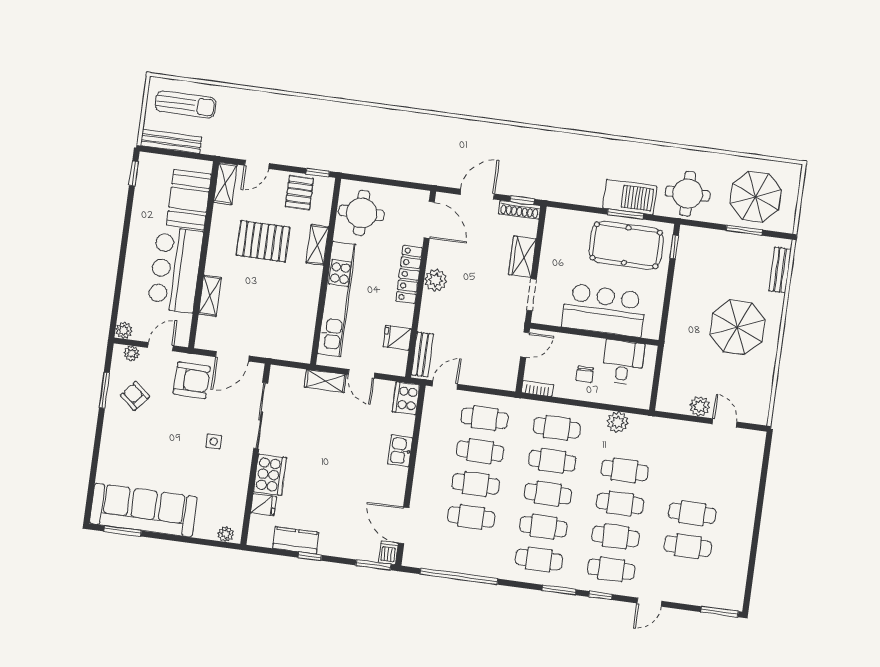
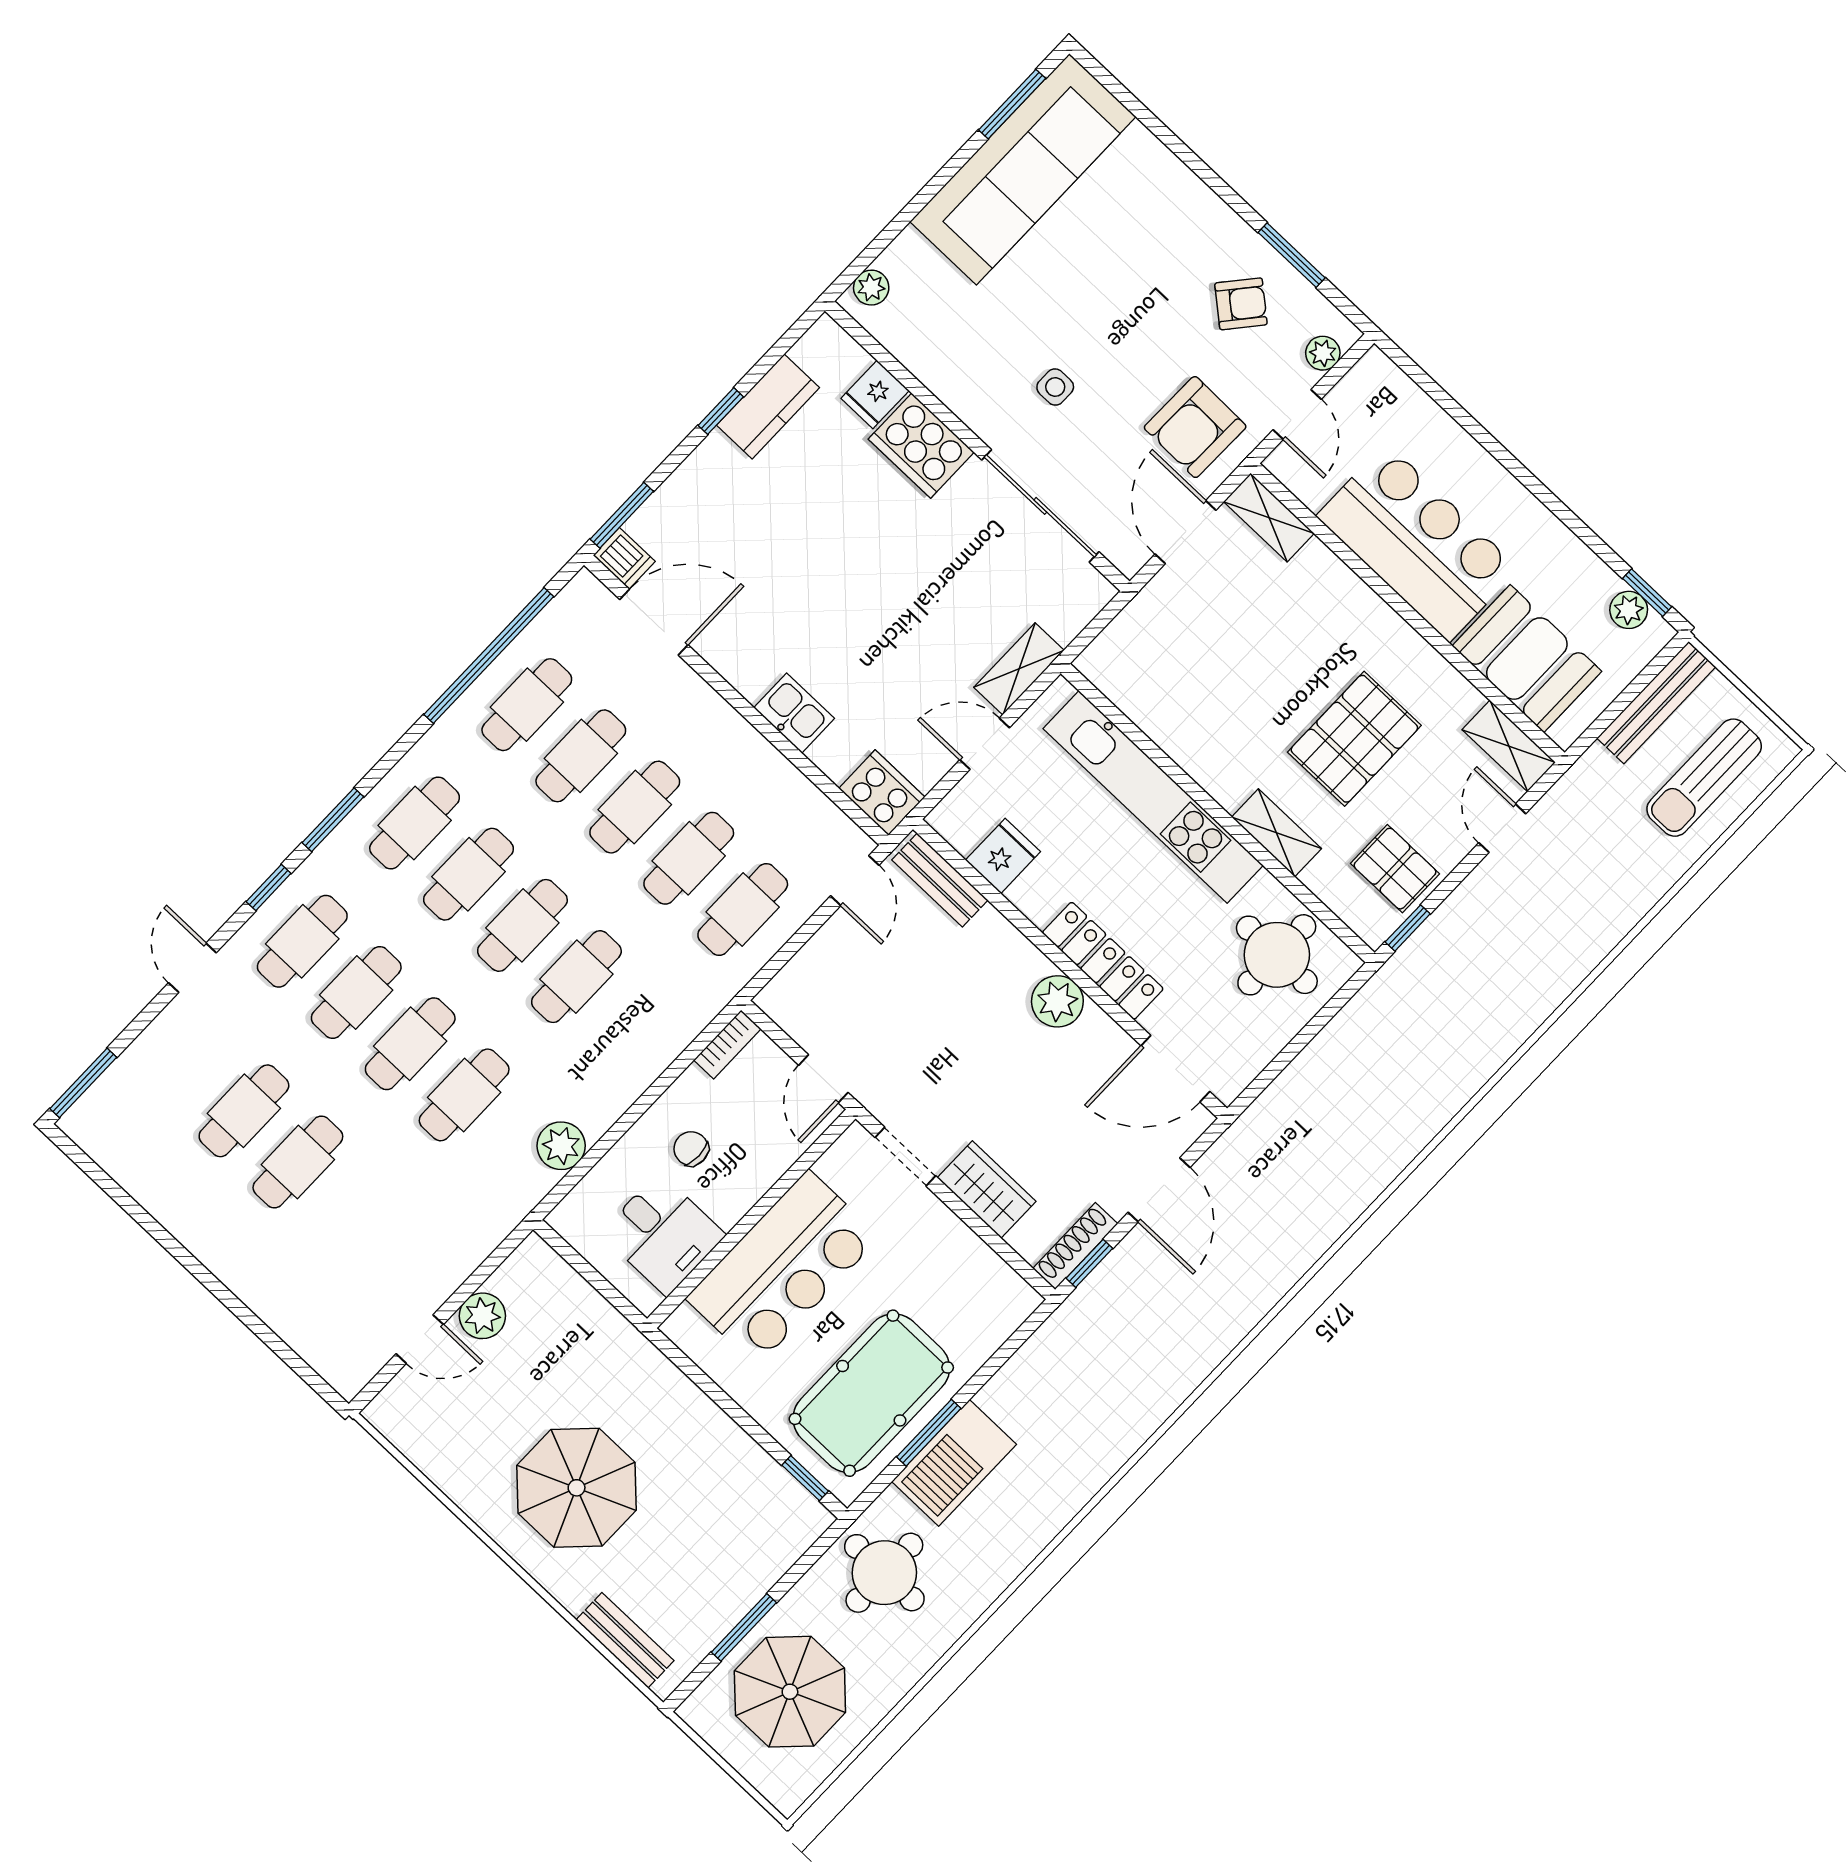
shelving: (210, 296) -> (1269, 518), moved
plant: (124, 330) -> (1629, 610), moved
cafe table: (557, 428) -> (527, 705), moved

